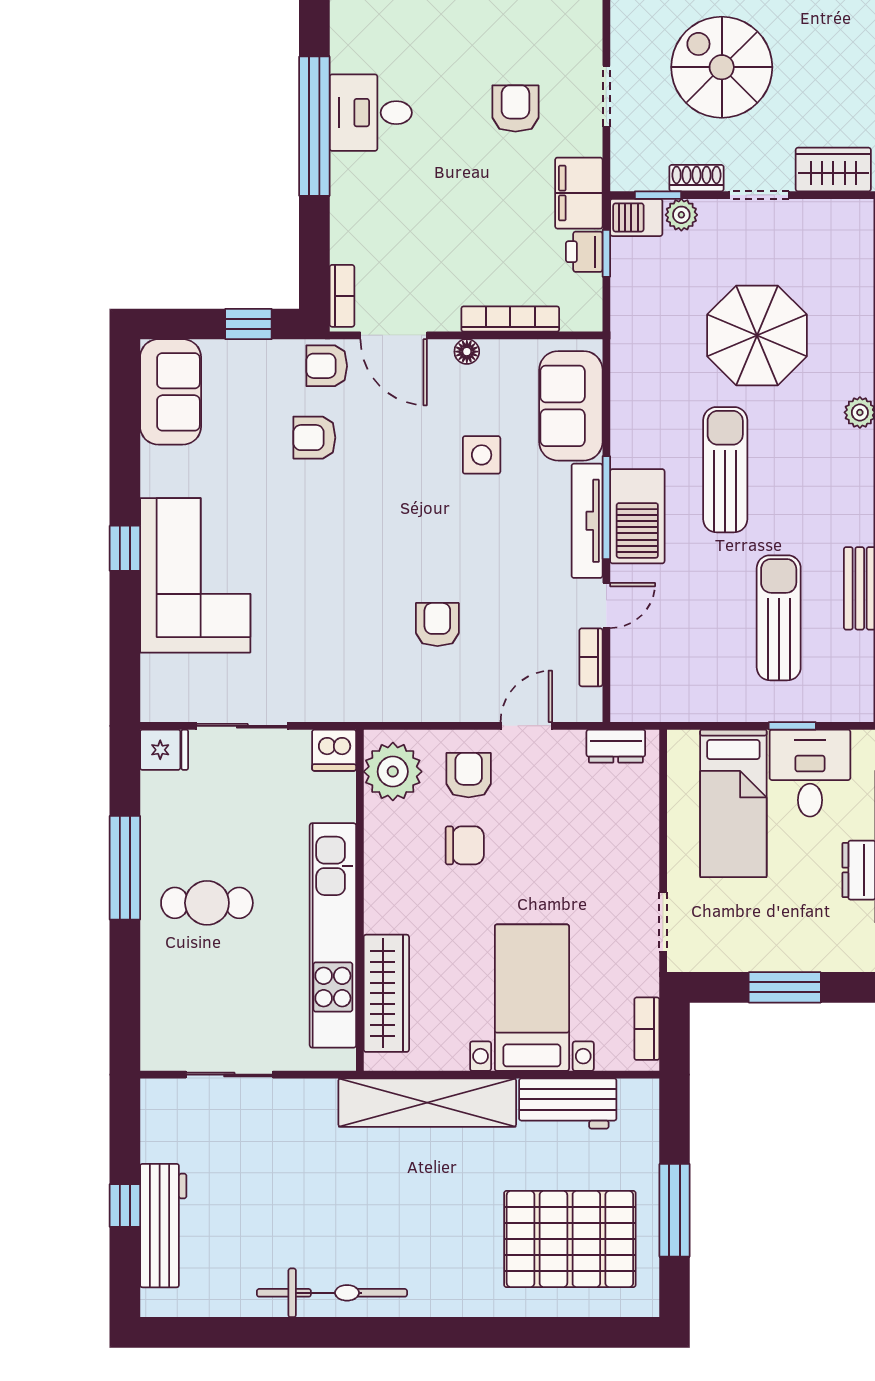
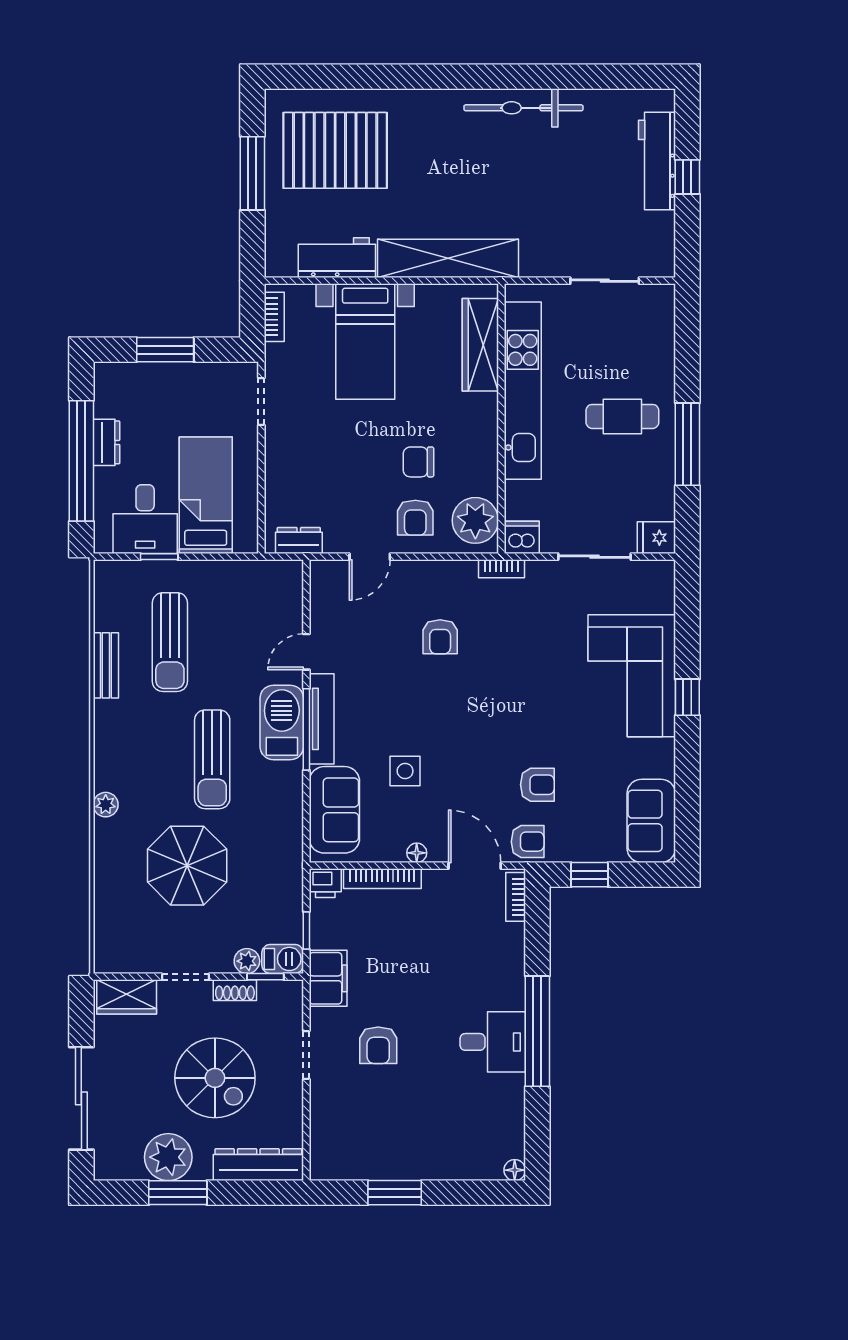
printer: (584, 252) -> (325, 883), moved, turned 90
bookcase: (591, 657) -> (501, 569), moved, turned 90

